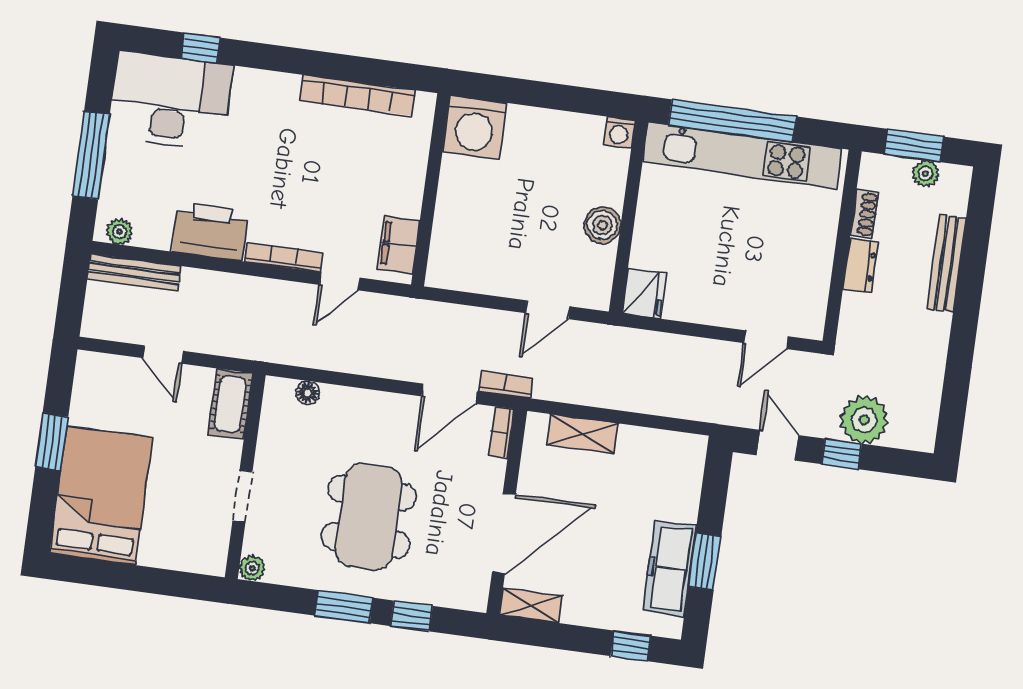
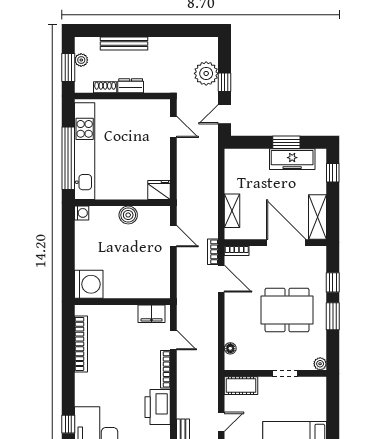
shelving: (531, 606) -> (317, 217), width x1.50, depth x1.33

